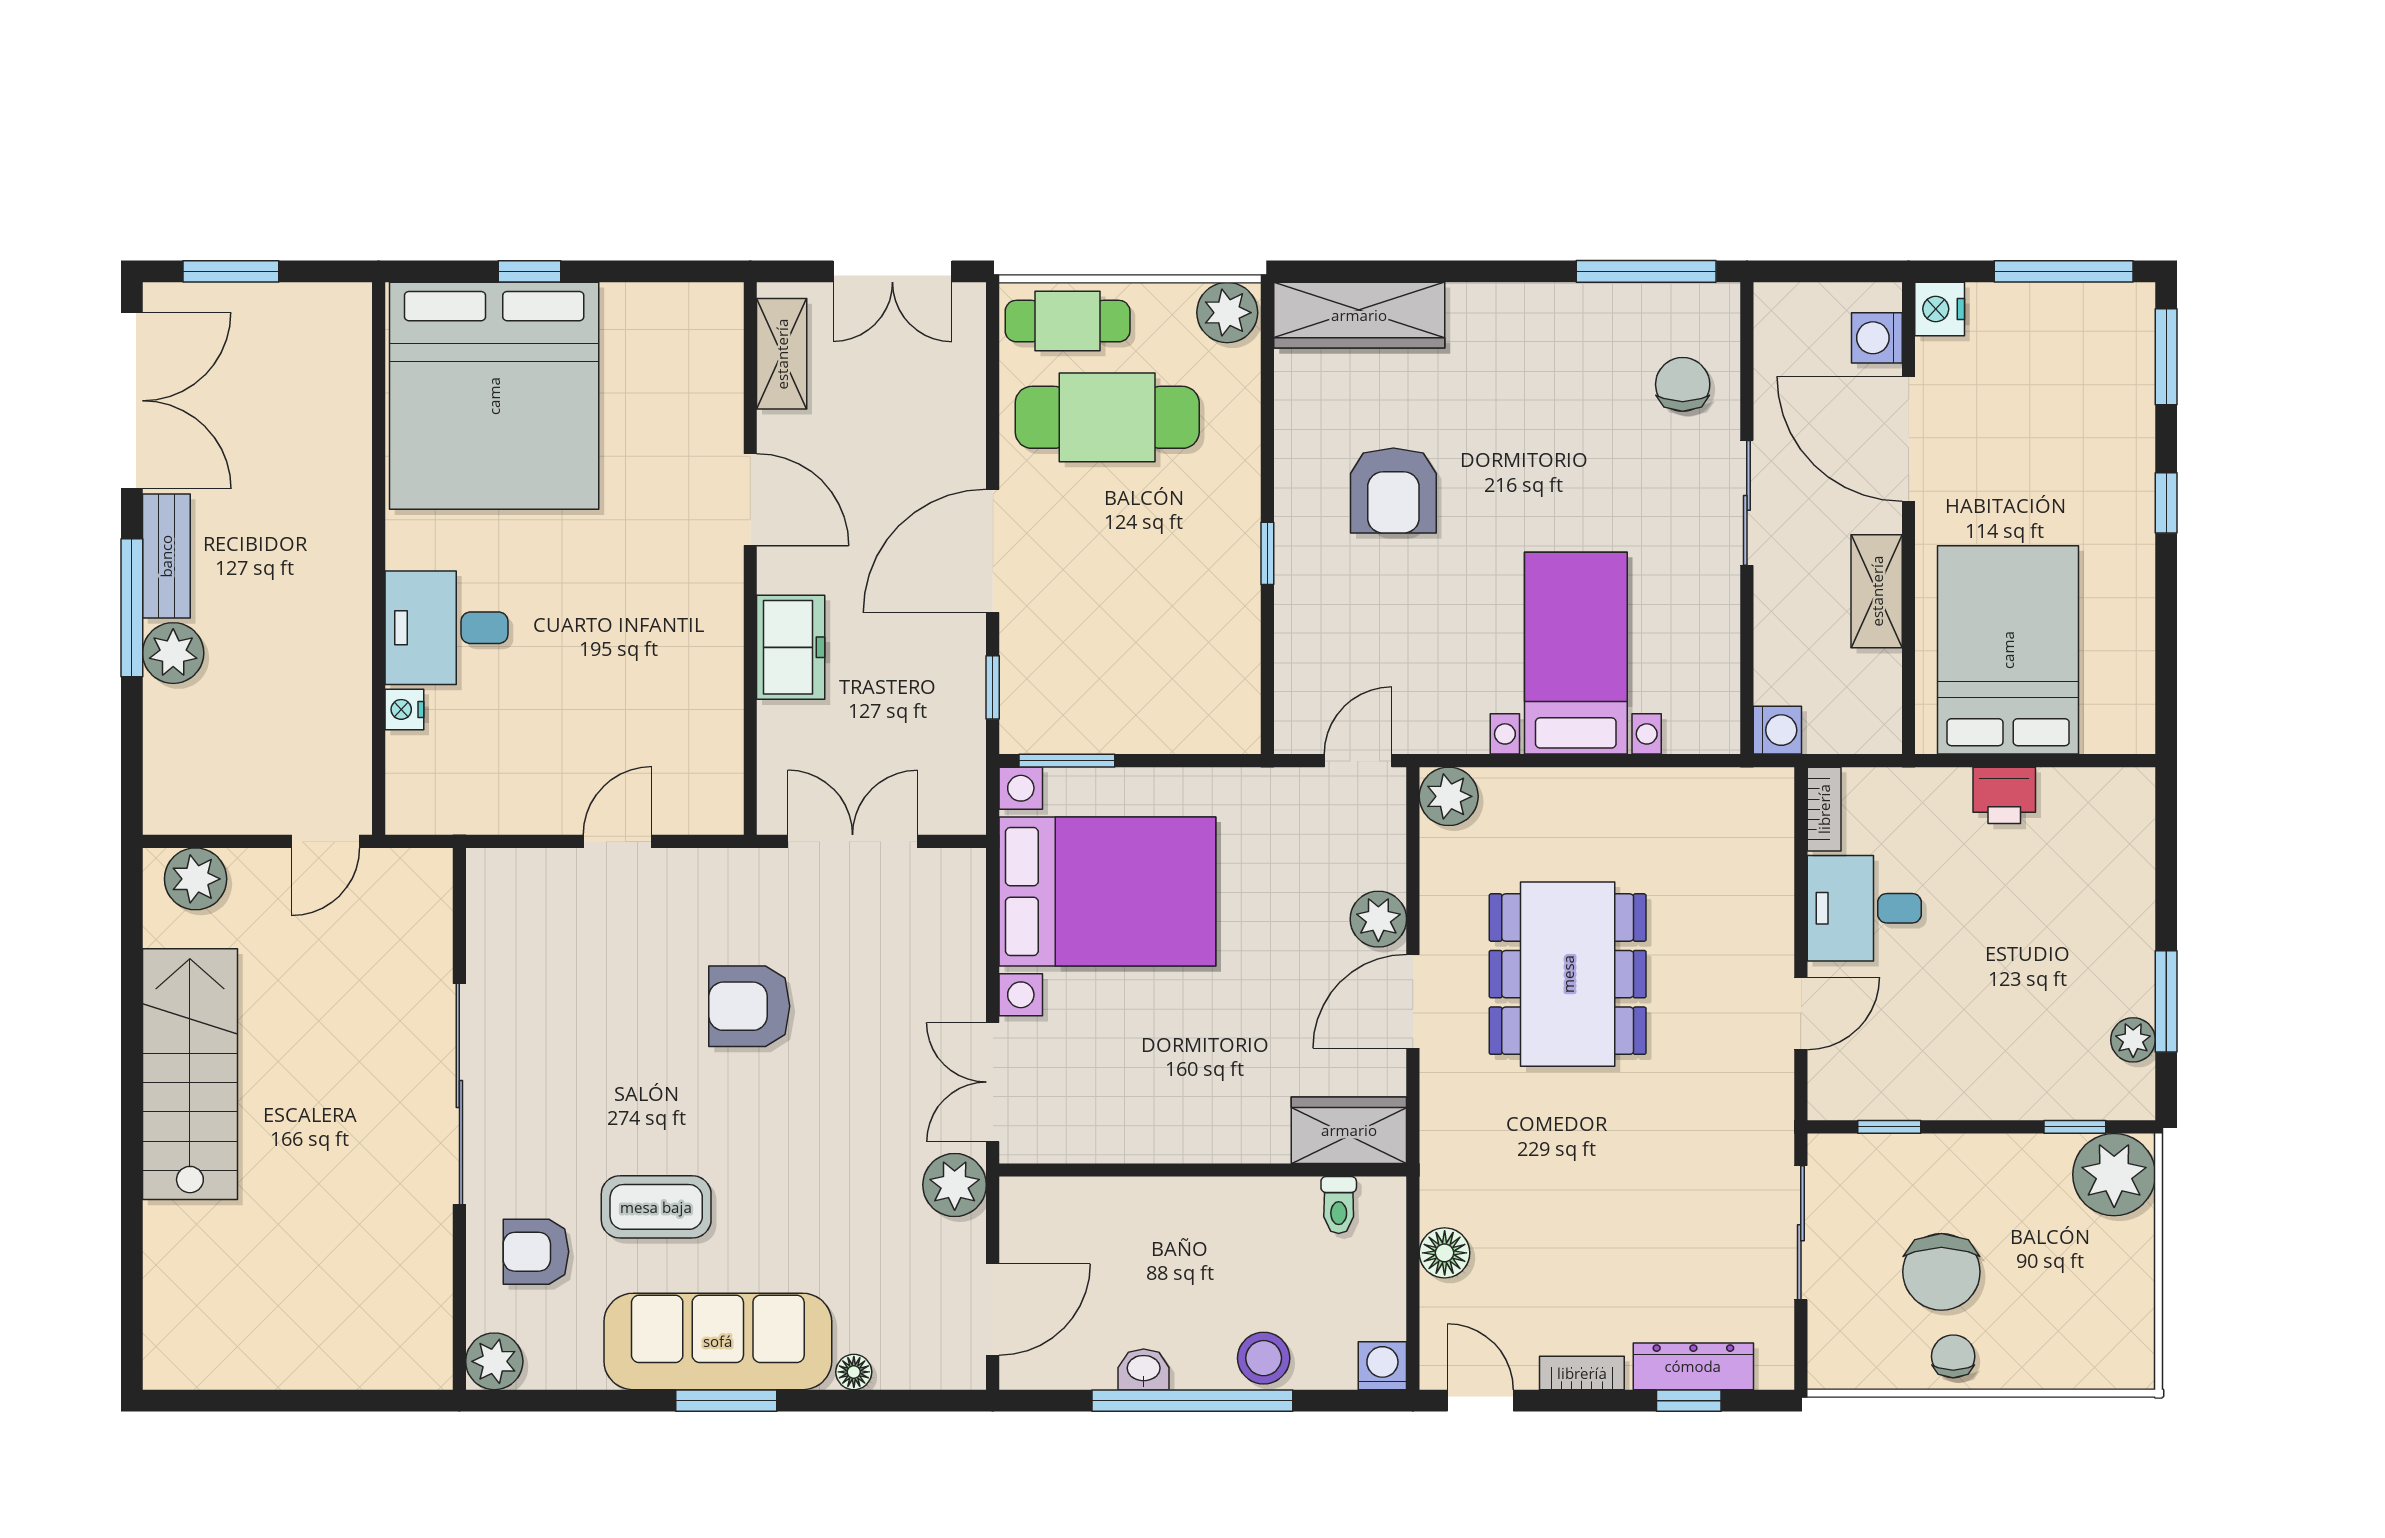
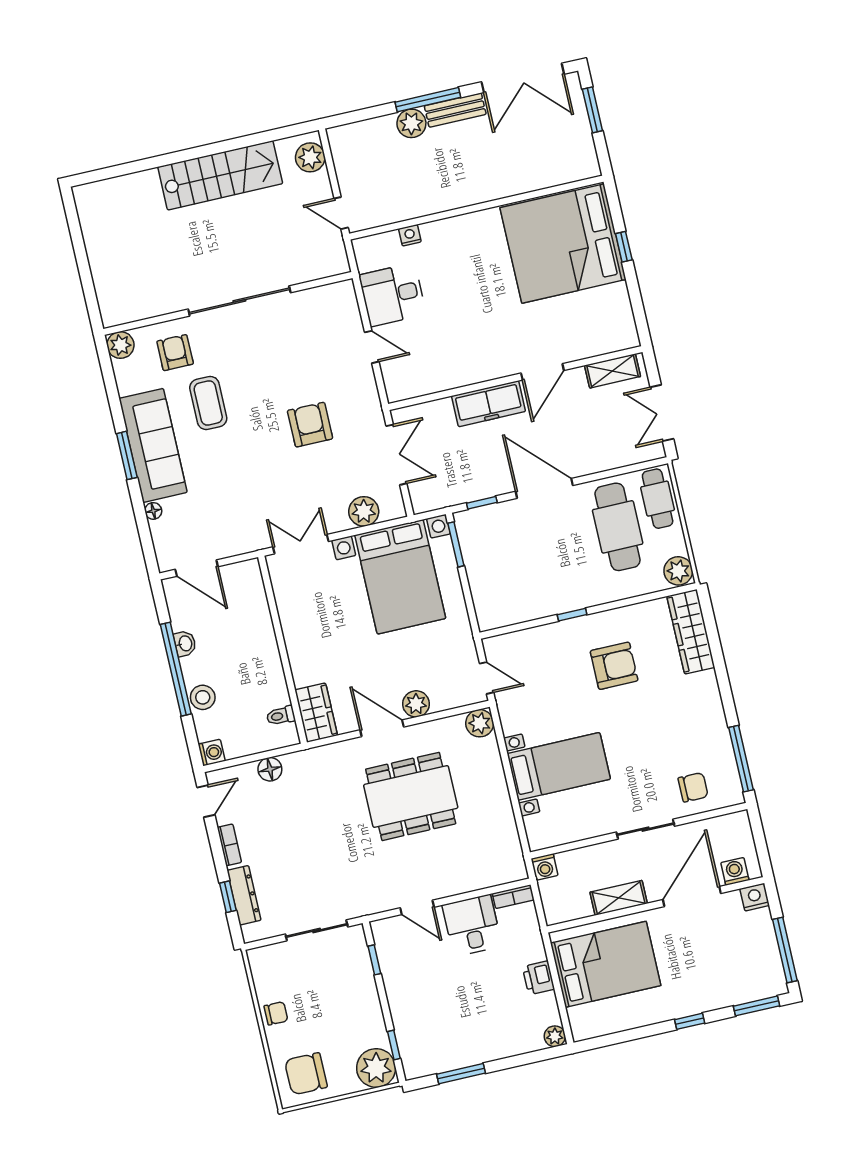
armchair: (1393, 491) -> (614, 666), turned 180
desk: (446, 628) -> (393, 295), moved, turned -90
freezer: (791, 647) -> (489, 404), width x1.40
plant: (2133, 1040) -> (555, 1036), moved
plant: (955, 1185) -> (364, 511), moved
chair: (1941, 1272) -> (306, 1074), moved

